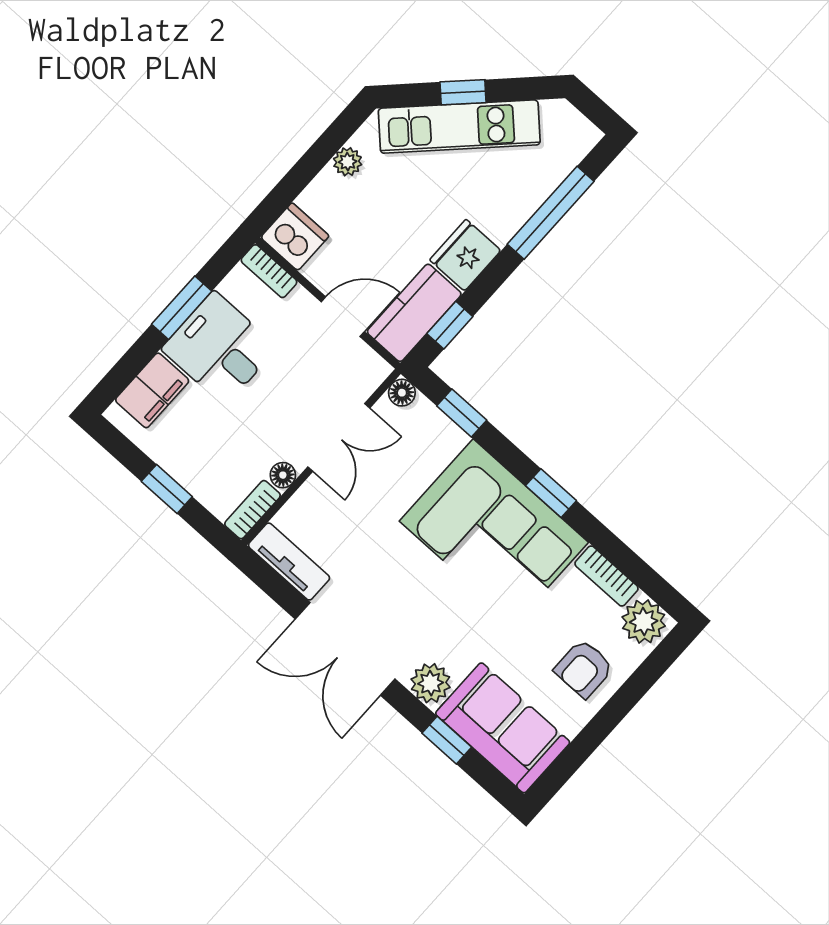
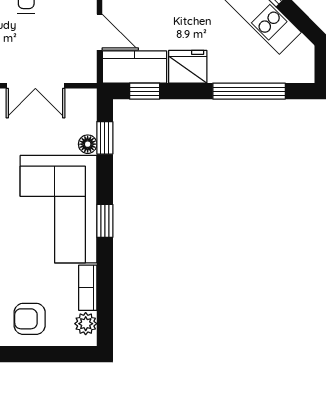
floor lamp: (402, 393) -> (88, 144), moved
plant: (644, 622) -> (86, 324), width x0.73, depth x0.73

